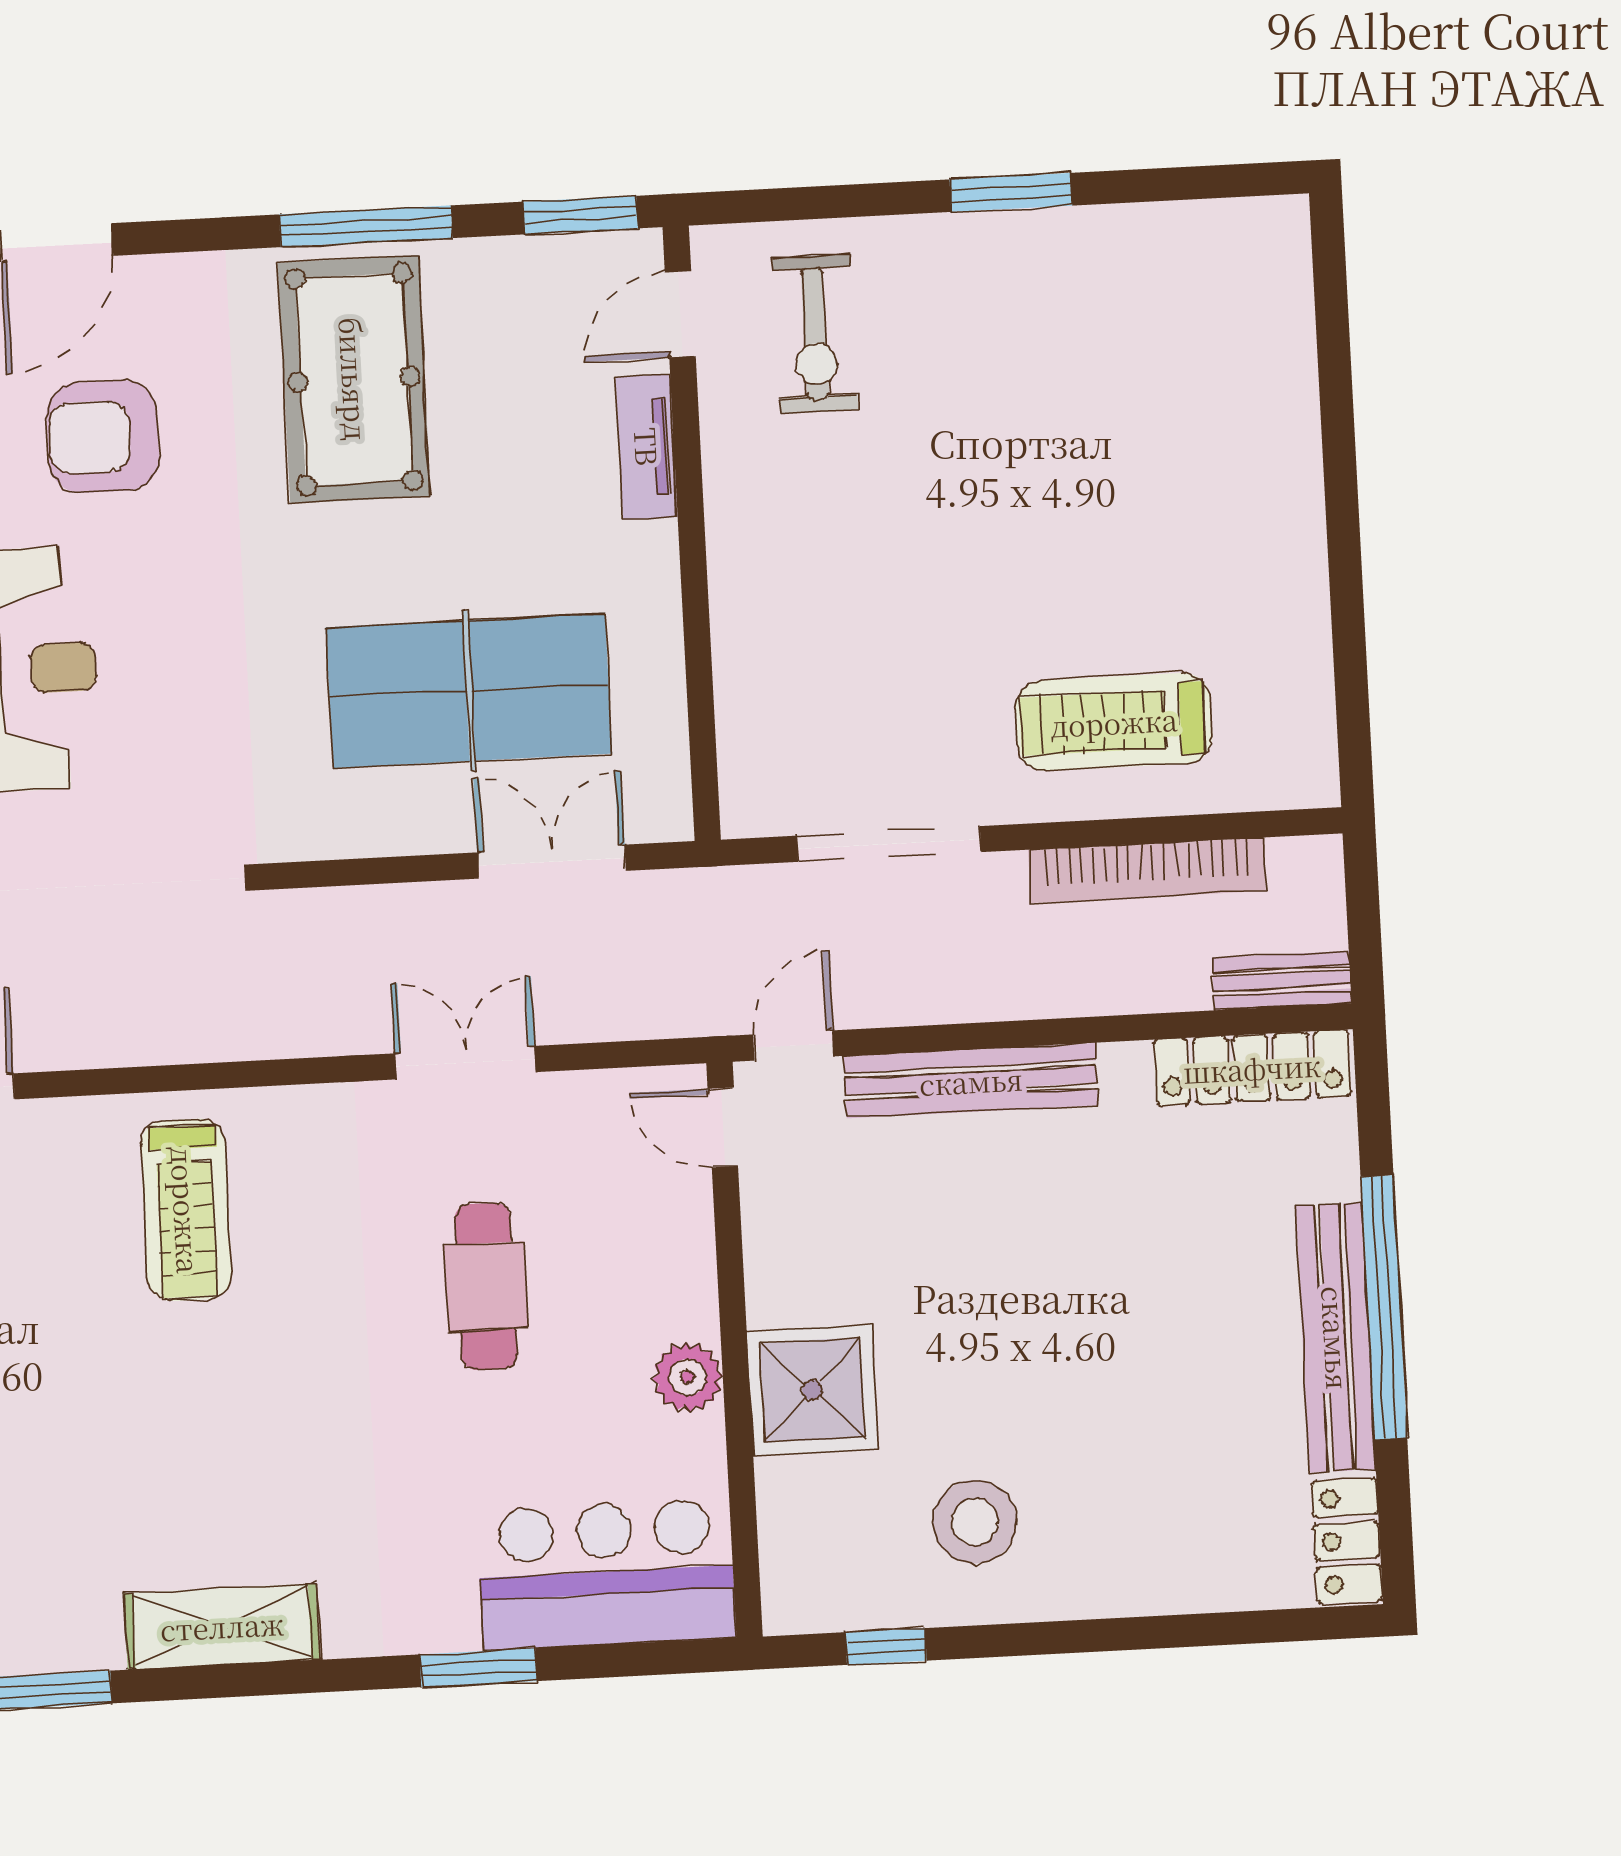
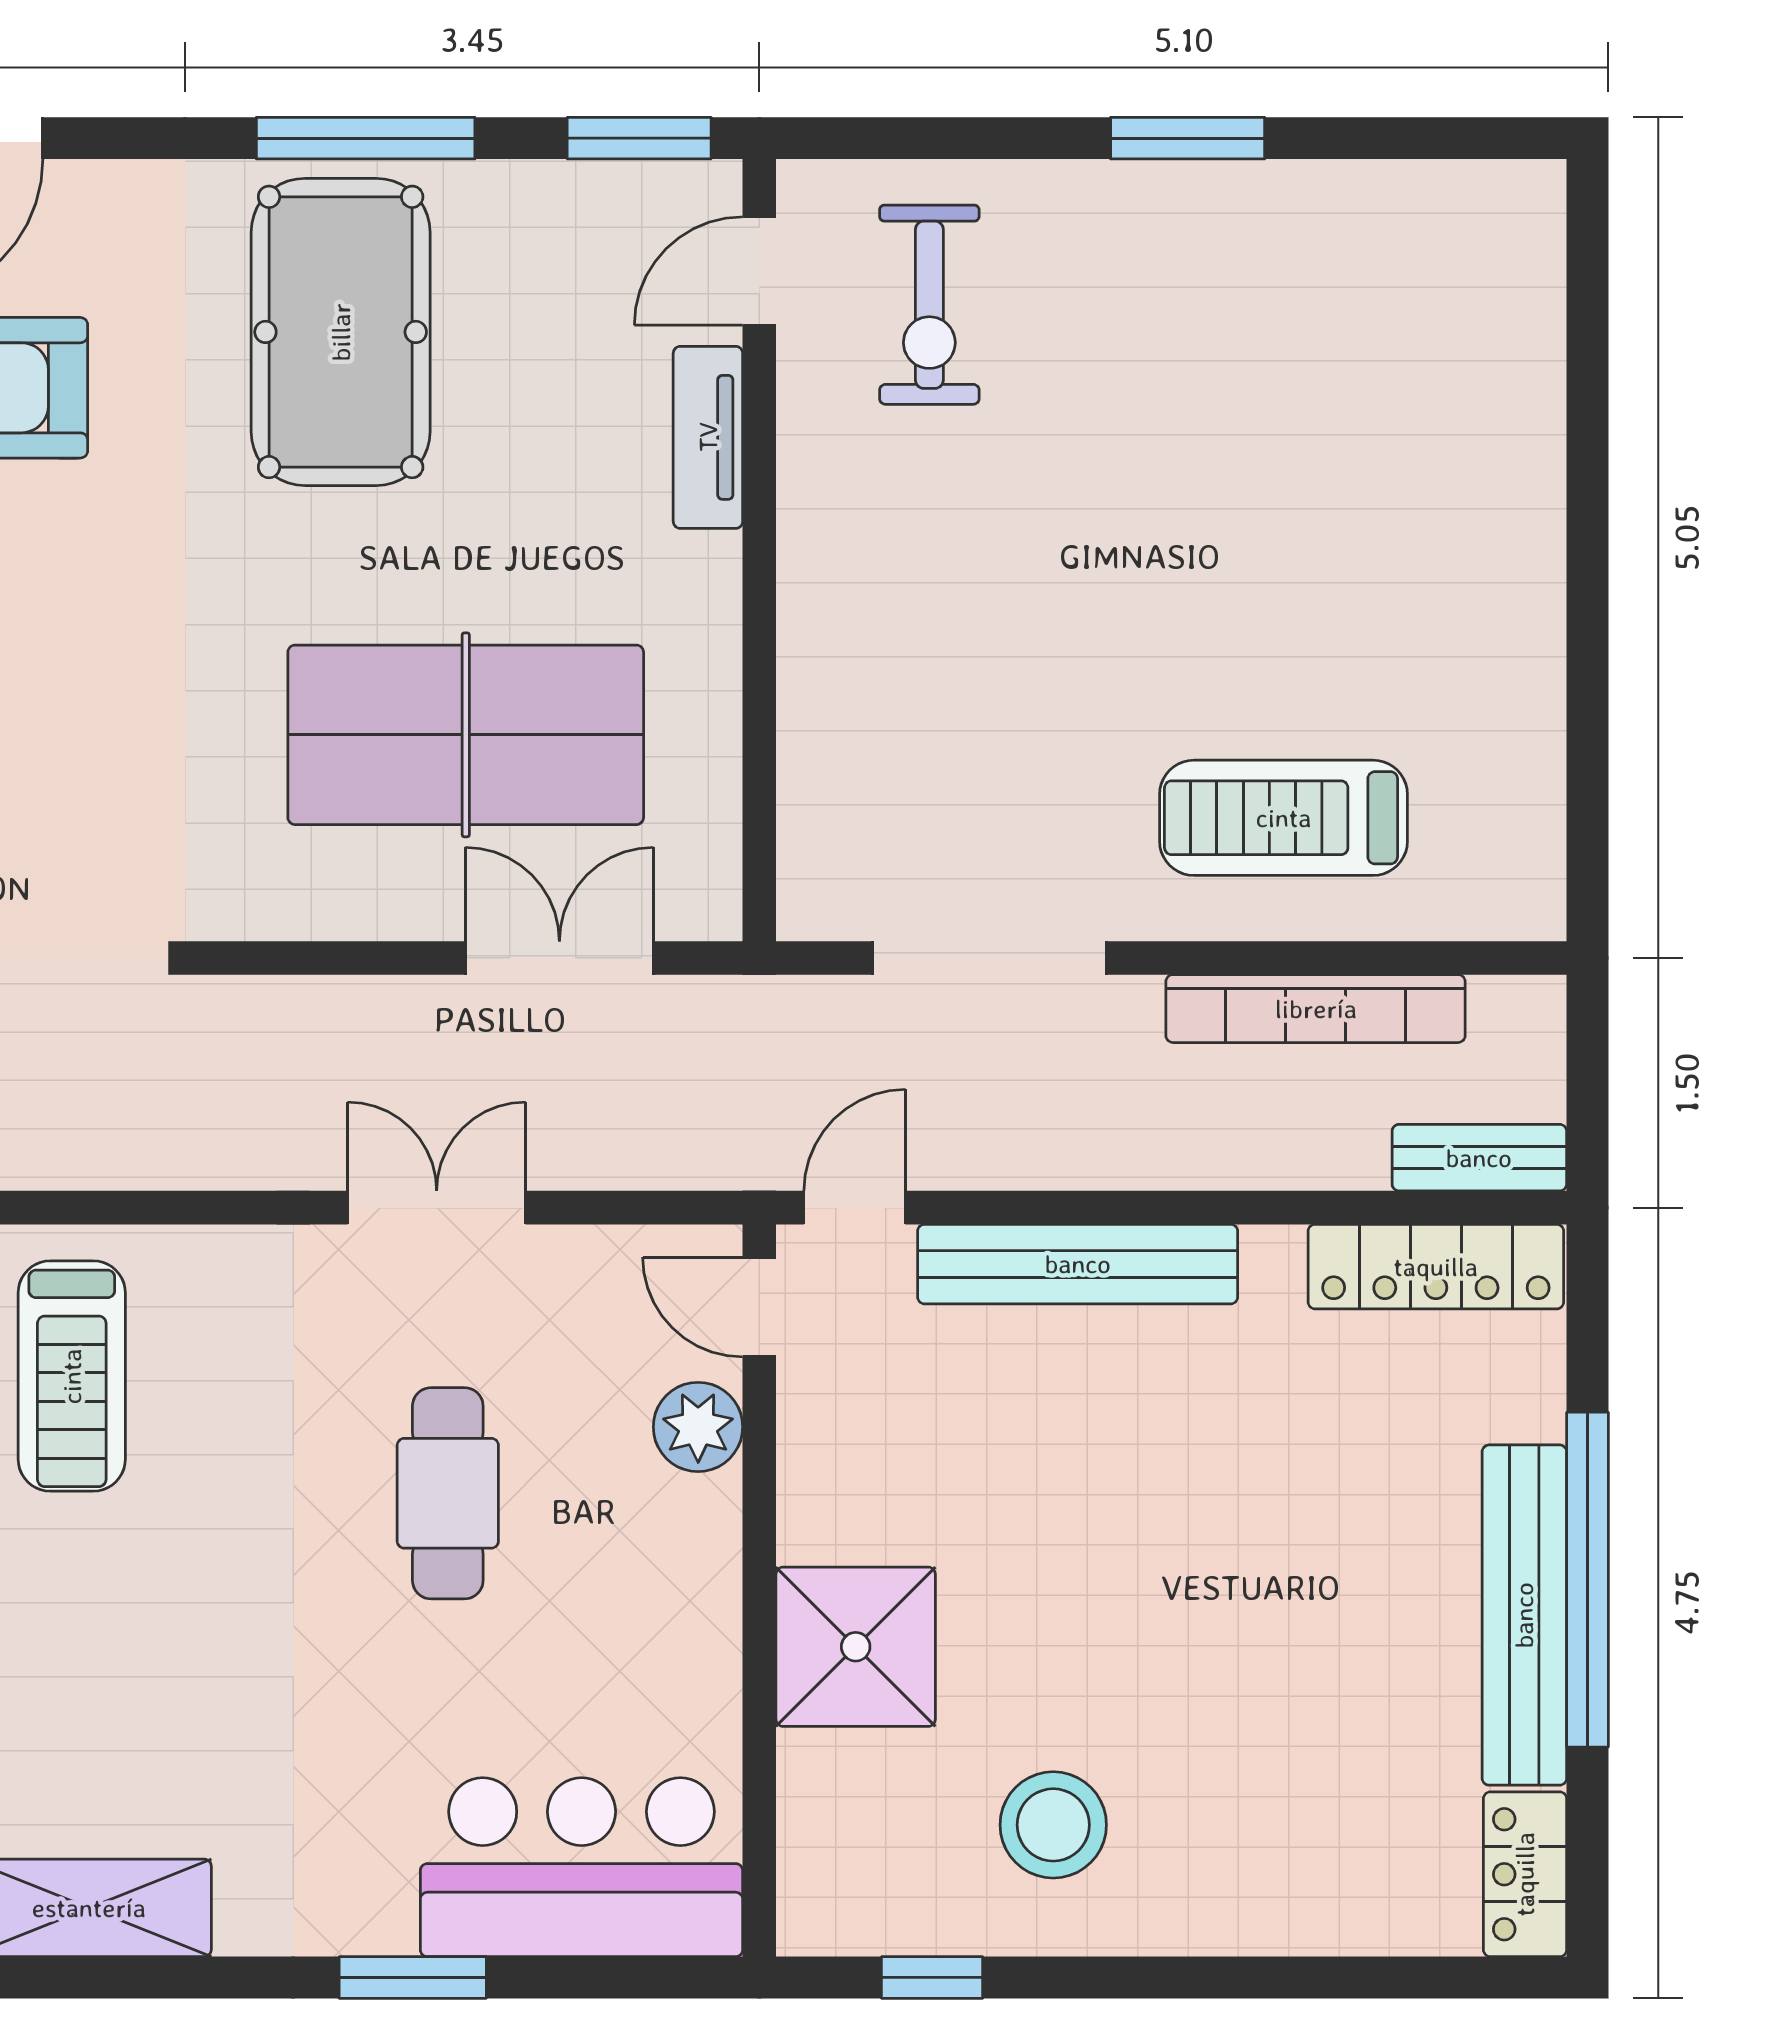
plant: (688, 1377) -> (698, 1427), moved

